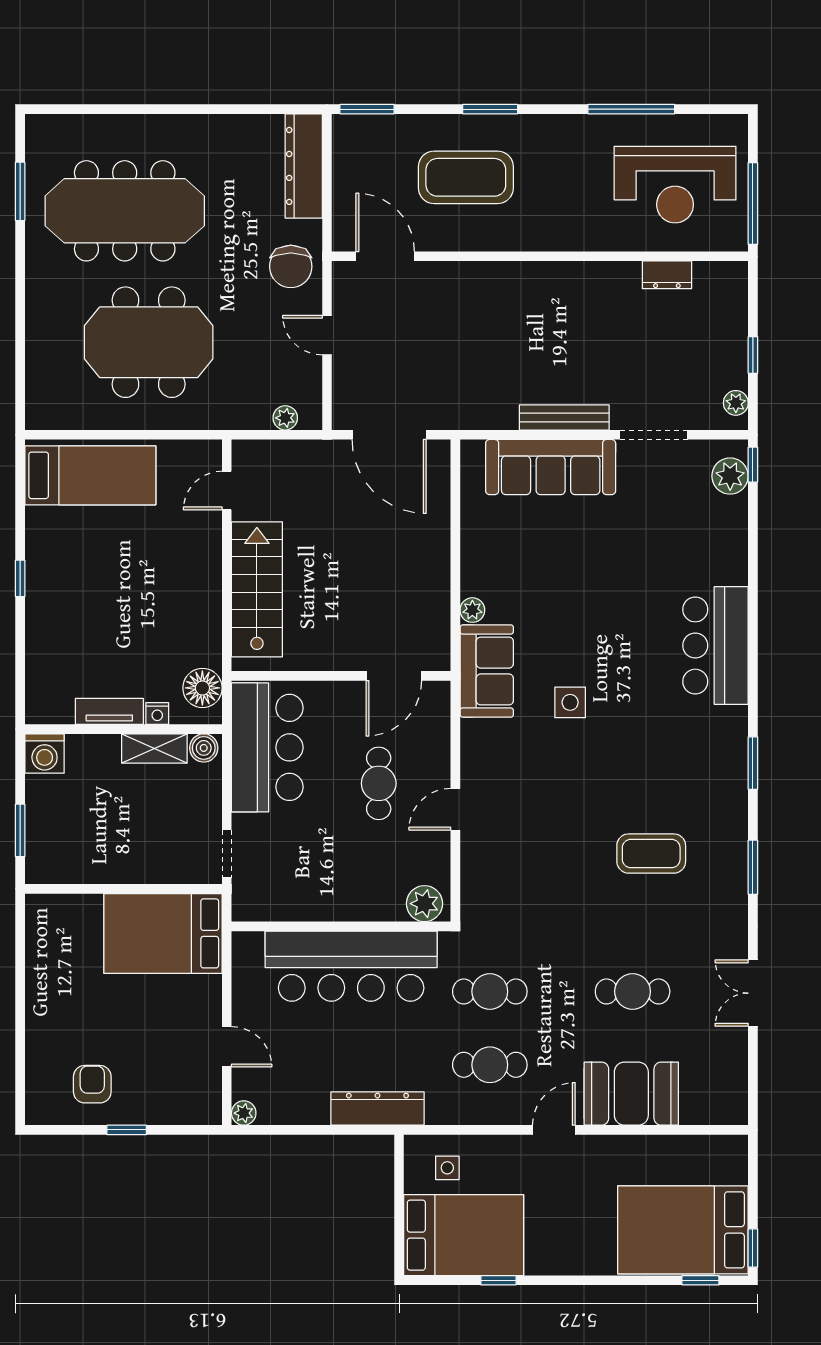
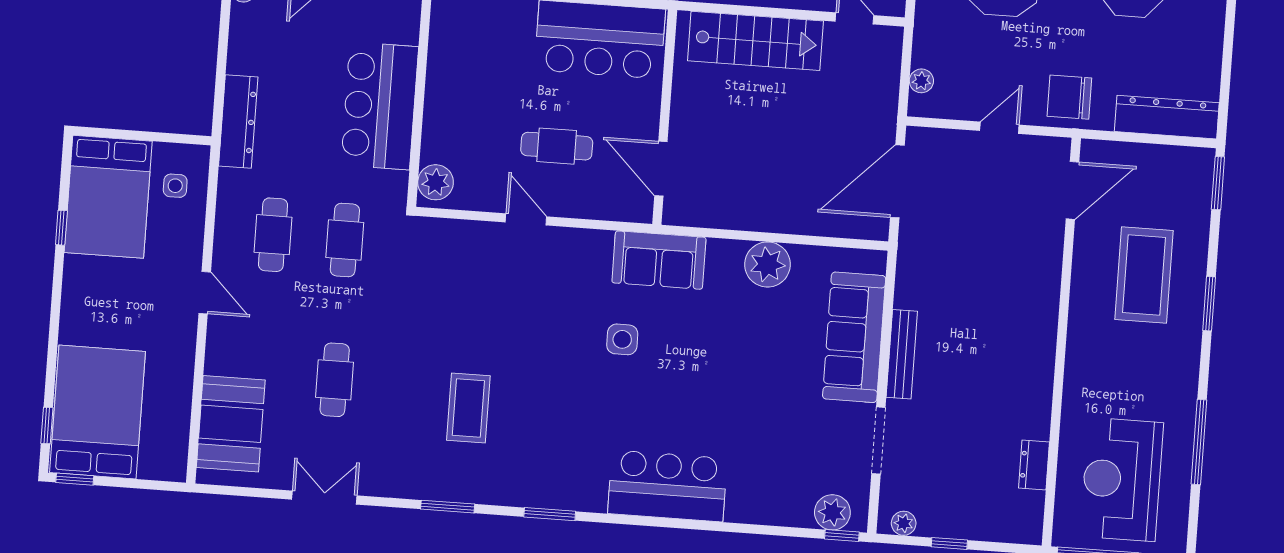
plant: (472, 610) -> (767, 264), moved, width x1.88, depth x1.88
bar counter: (351, 966) -> (380, 106), width x0.73
booth: (631, 1094) -> (231, 424), moved

